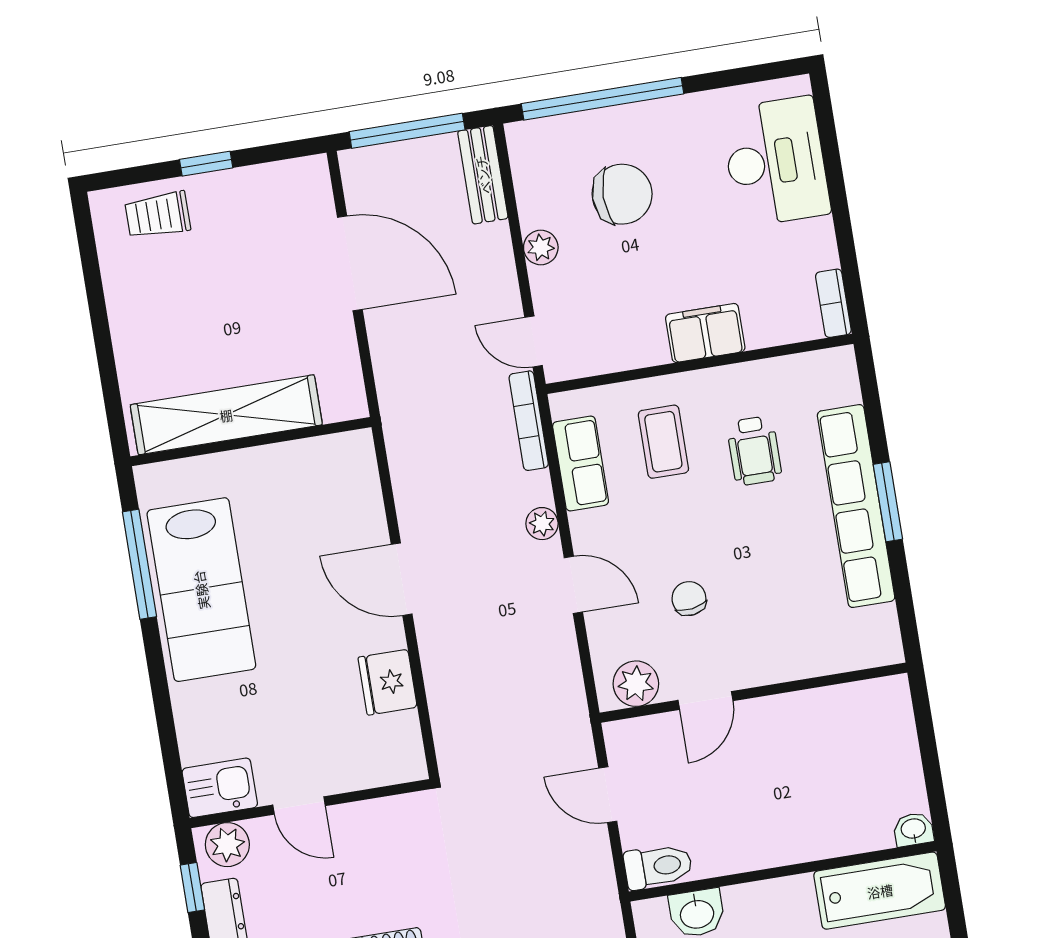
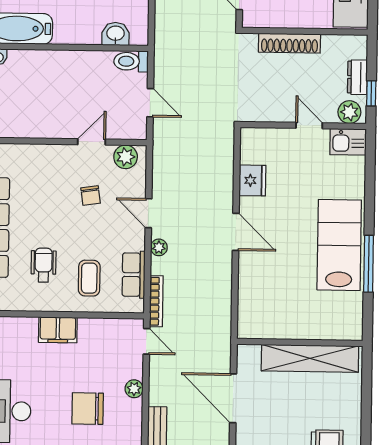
shelving: (226, 415) -> (310, 358), moved
wall: (251, 442) -> (300, 342), moved

